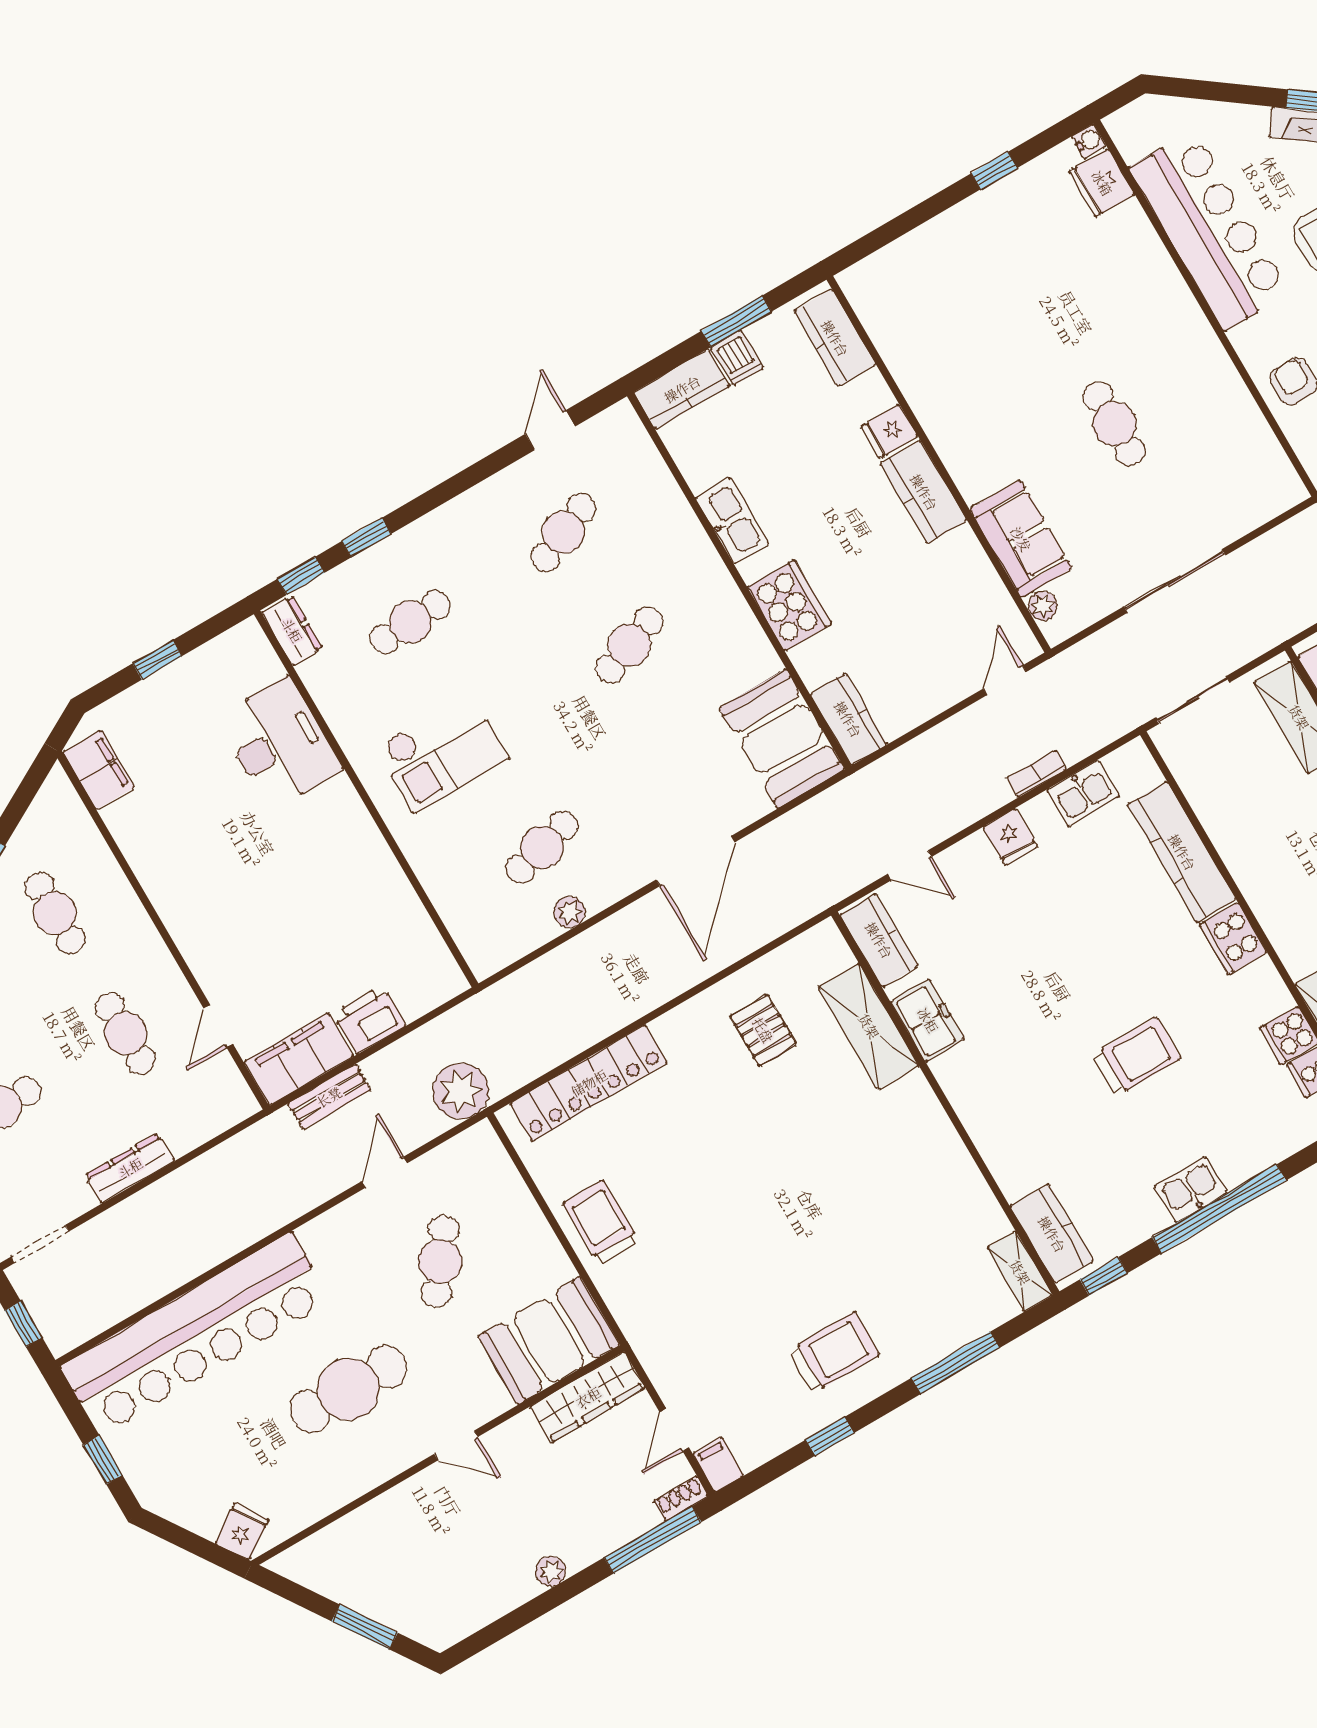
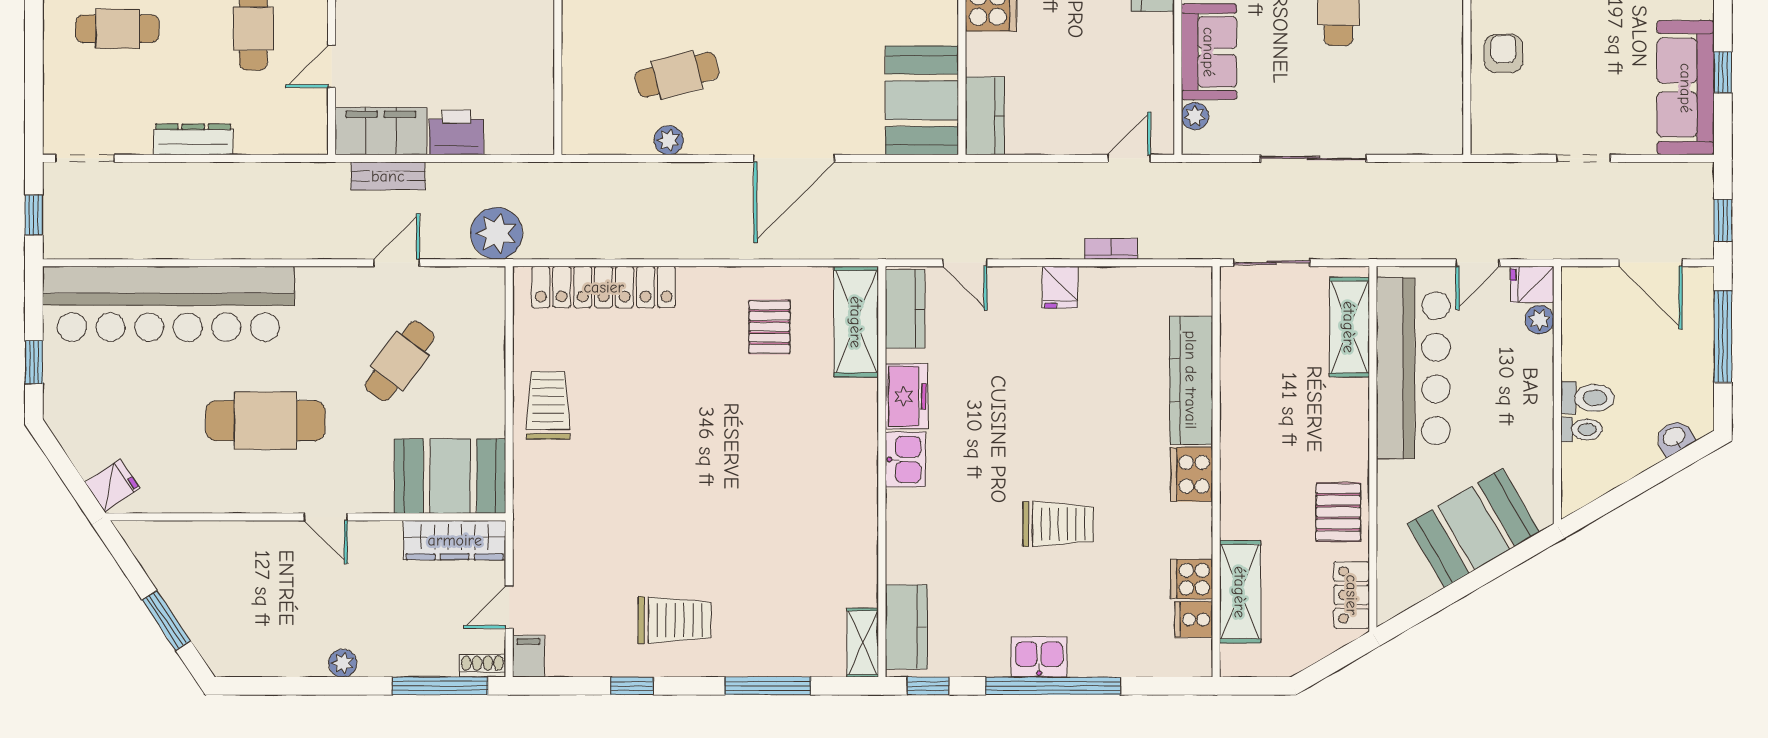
kitchen sink: (1083, 793) -> (905, 459), moved, turned -90
shelving: (869, 1026) -> (856, 322), moved

